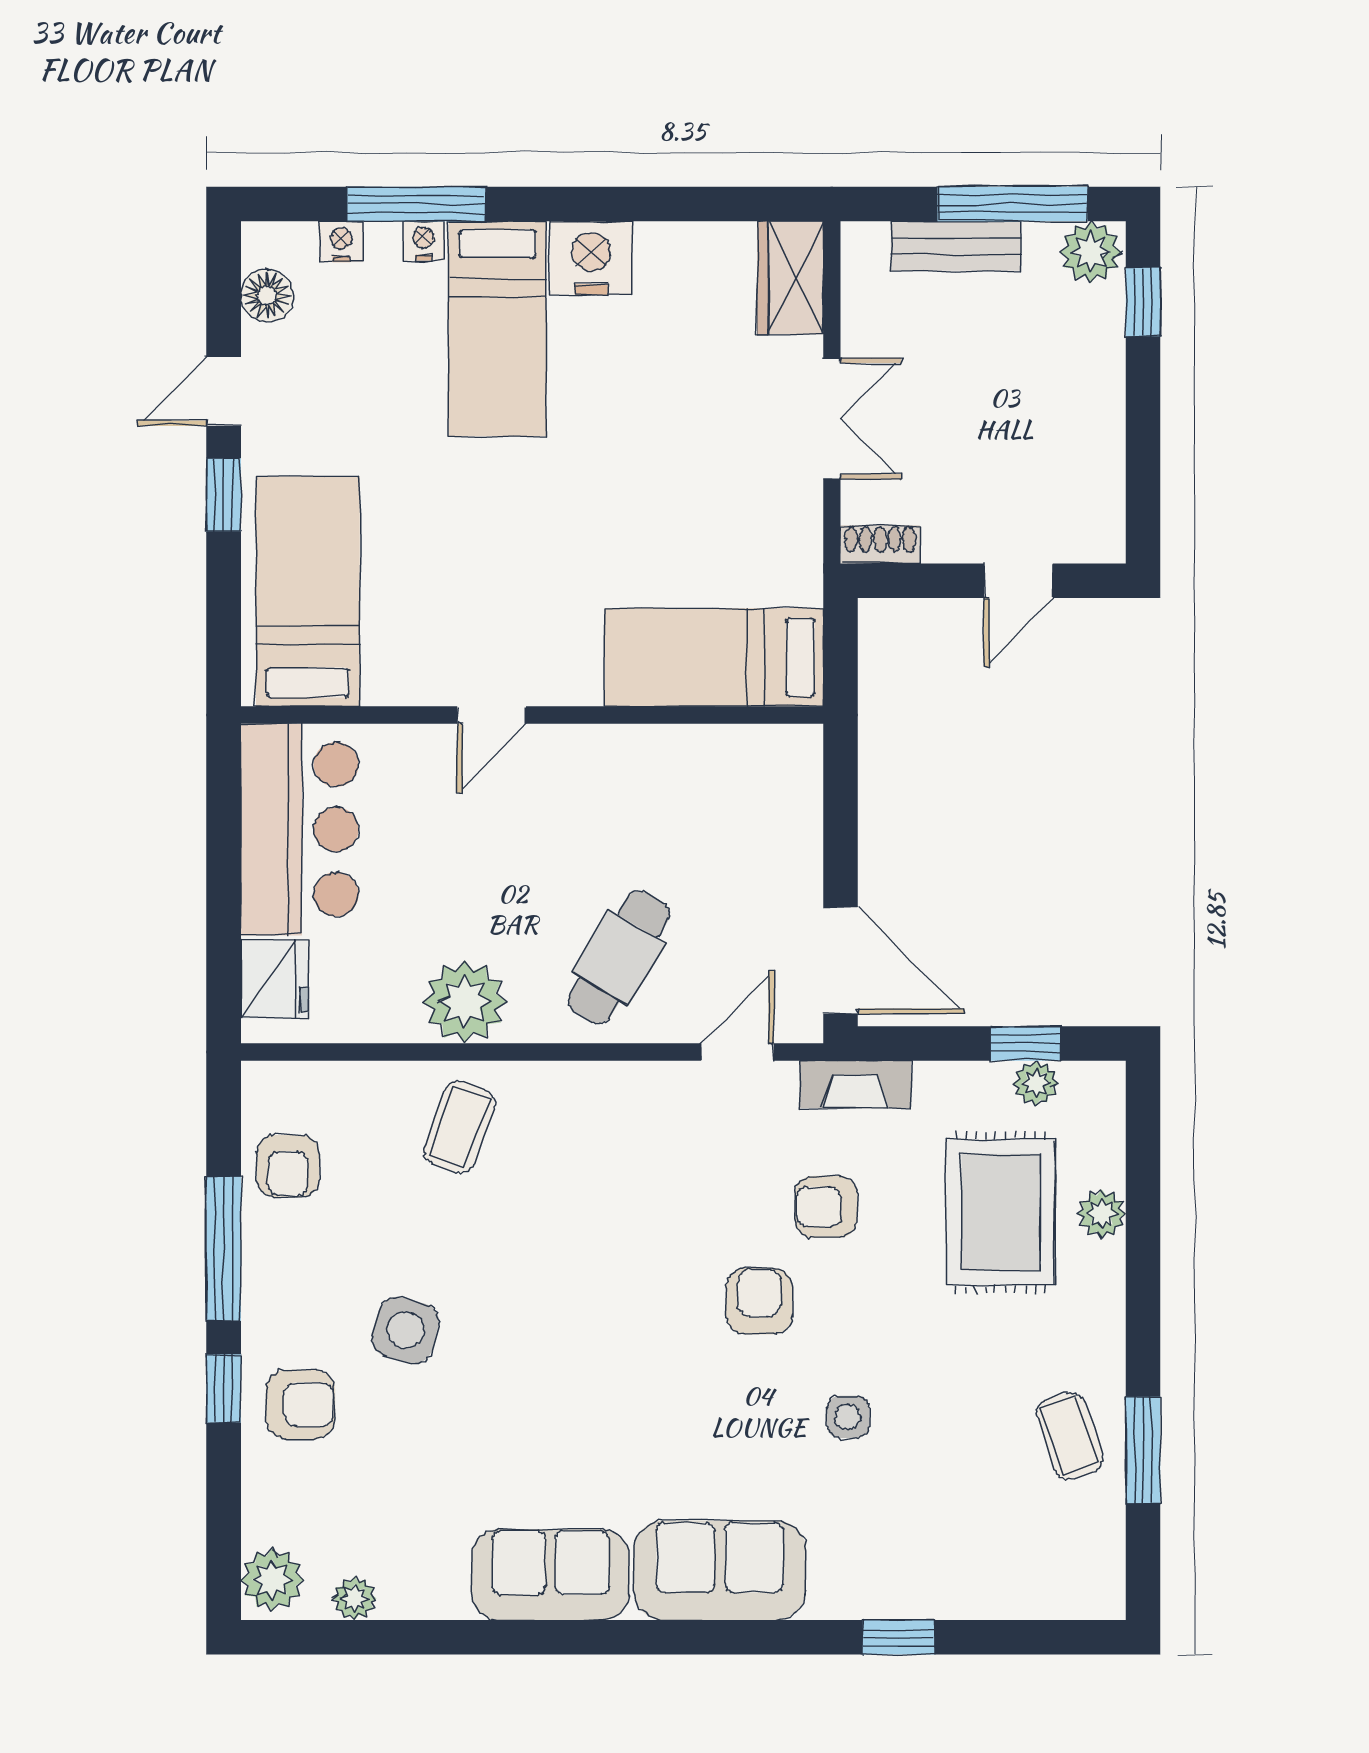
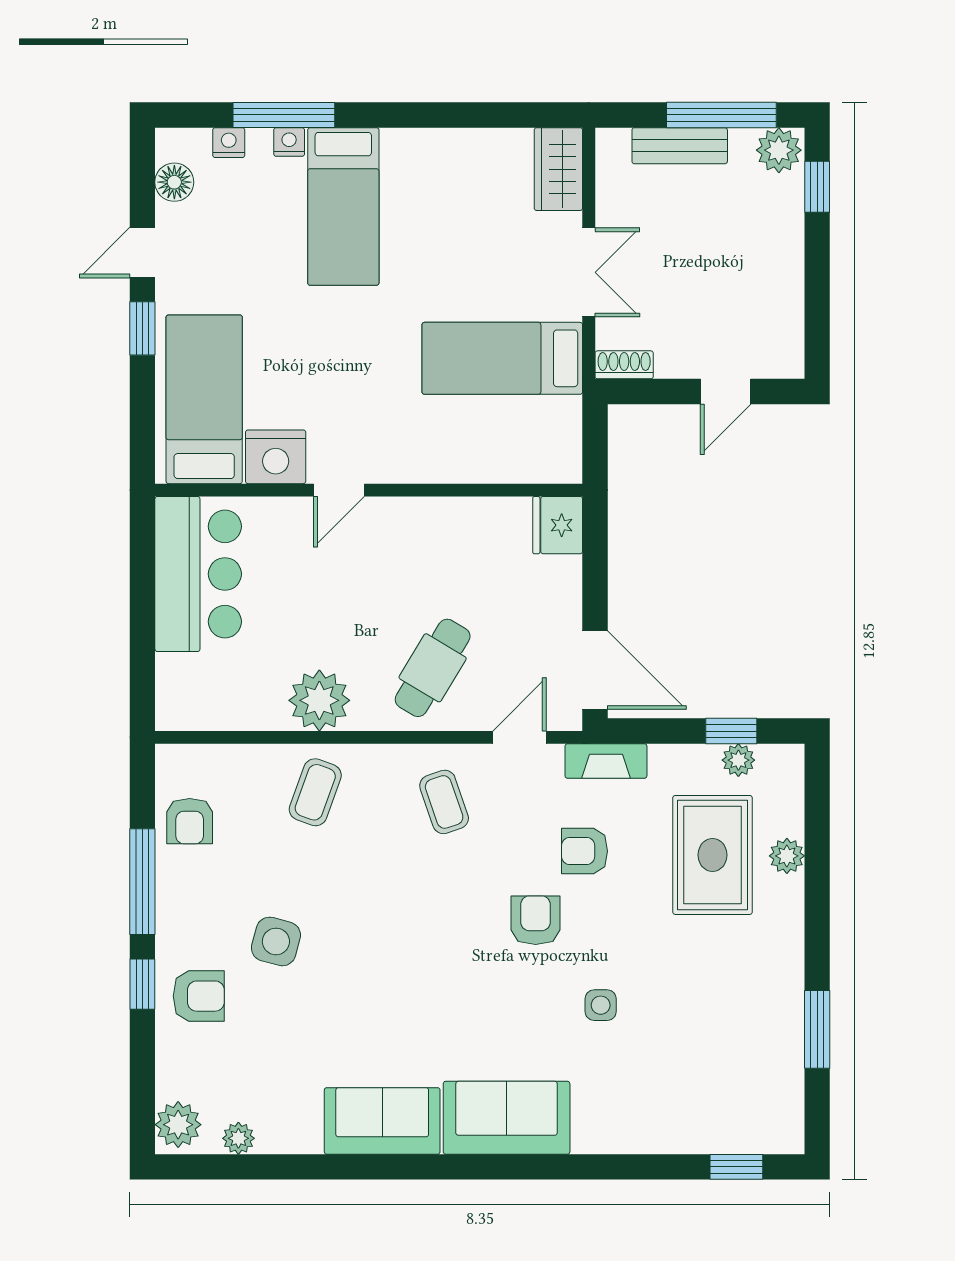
nightstand: (591, 258) -> (276, 457), moved, turned 180
bed: (714, 657) -> (502, 358), moved
fridge: (275, 979) -> (558, 525), moved, turned 180
coffee table: (1070, 1436) -> (444, 802), moved
window: (899, 1637) -> (736, 1167), moved

